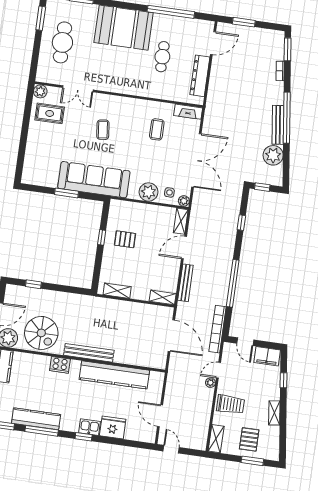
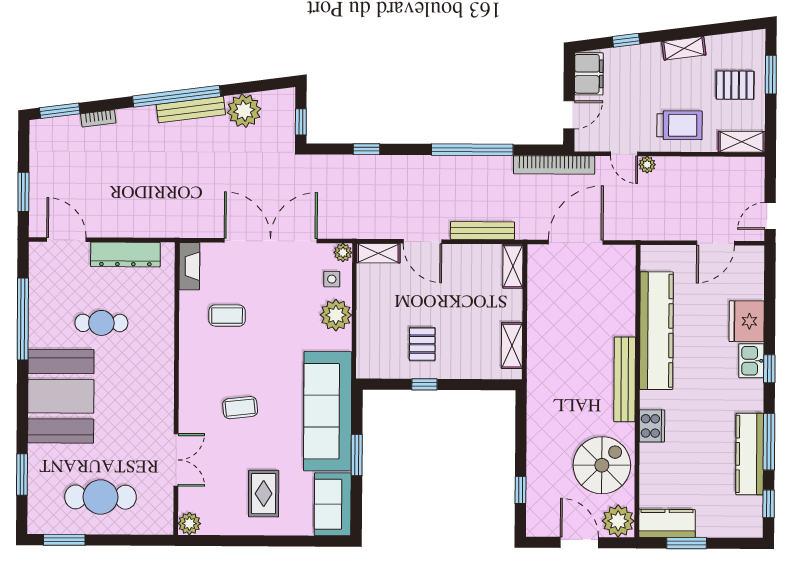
rug: (50, 113) -> (264, 494), moved
sofa: (40, 175) -> (333, 504), added
trolley: (230, 404) -> (680, 125), turned 90

